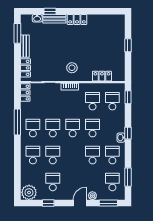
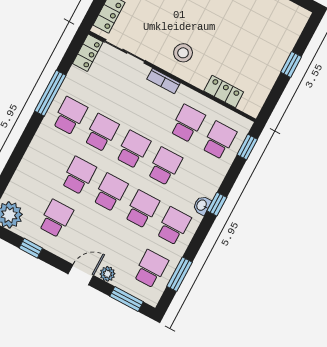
school desk: (33, 155) -> (110, 192), moved

